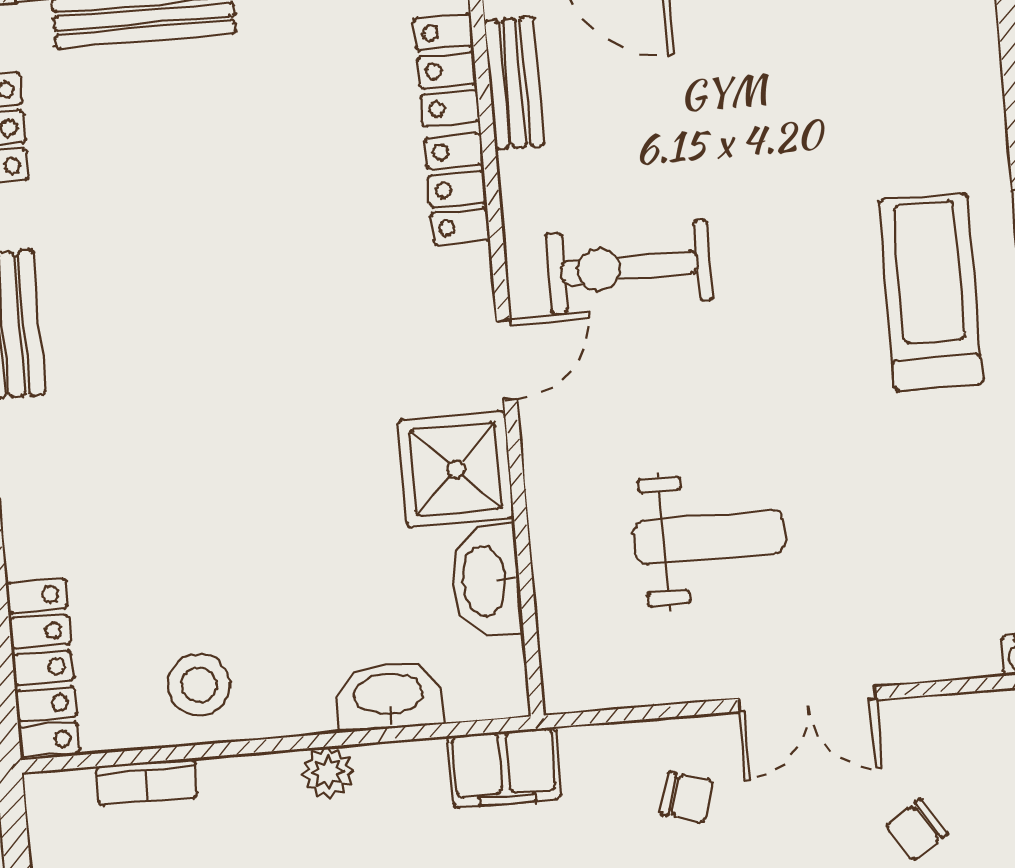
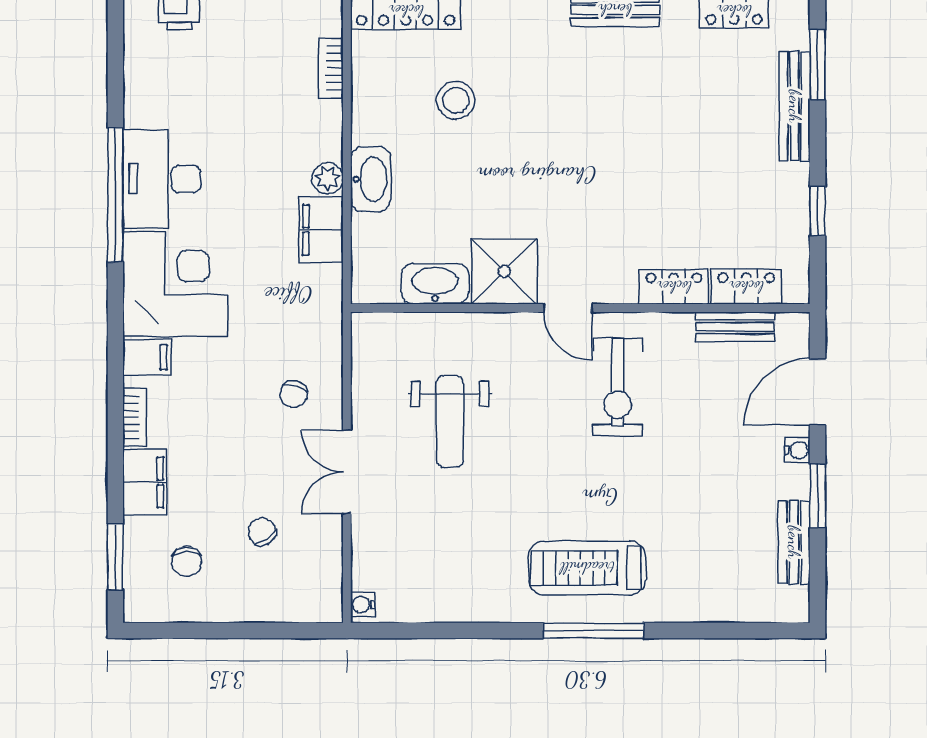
exercise bike: (629, 267) -> (618, 387), turned 180
treadmill: (931, 292) -> (587, 568), turned 180
stool: (199, 685) -> (456, 100), moved
washbasin: (389, 696) -> (371, 179), moved
filing cabinet: (504, 768) -> (321, 230), moved

